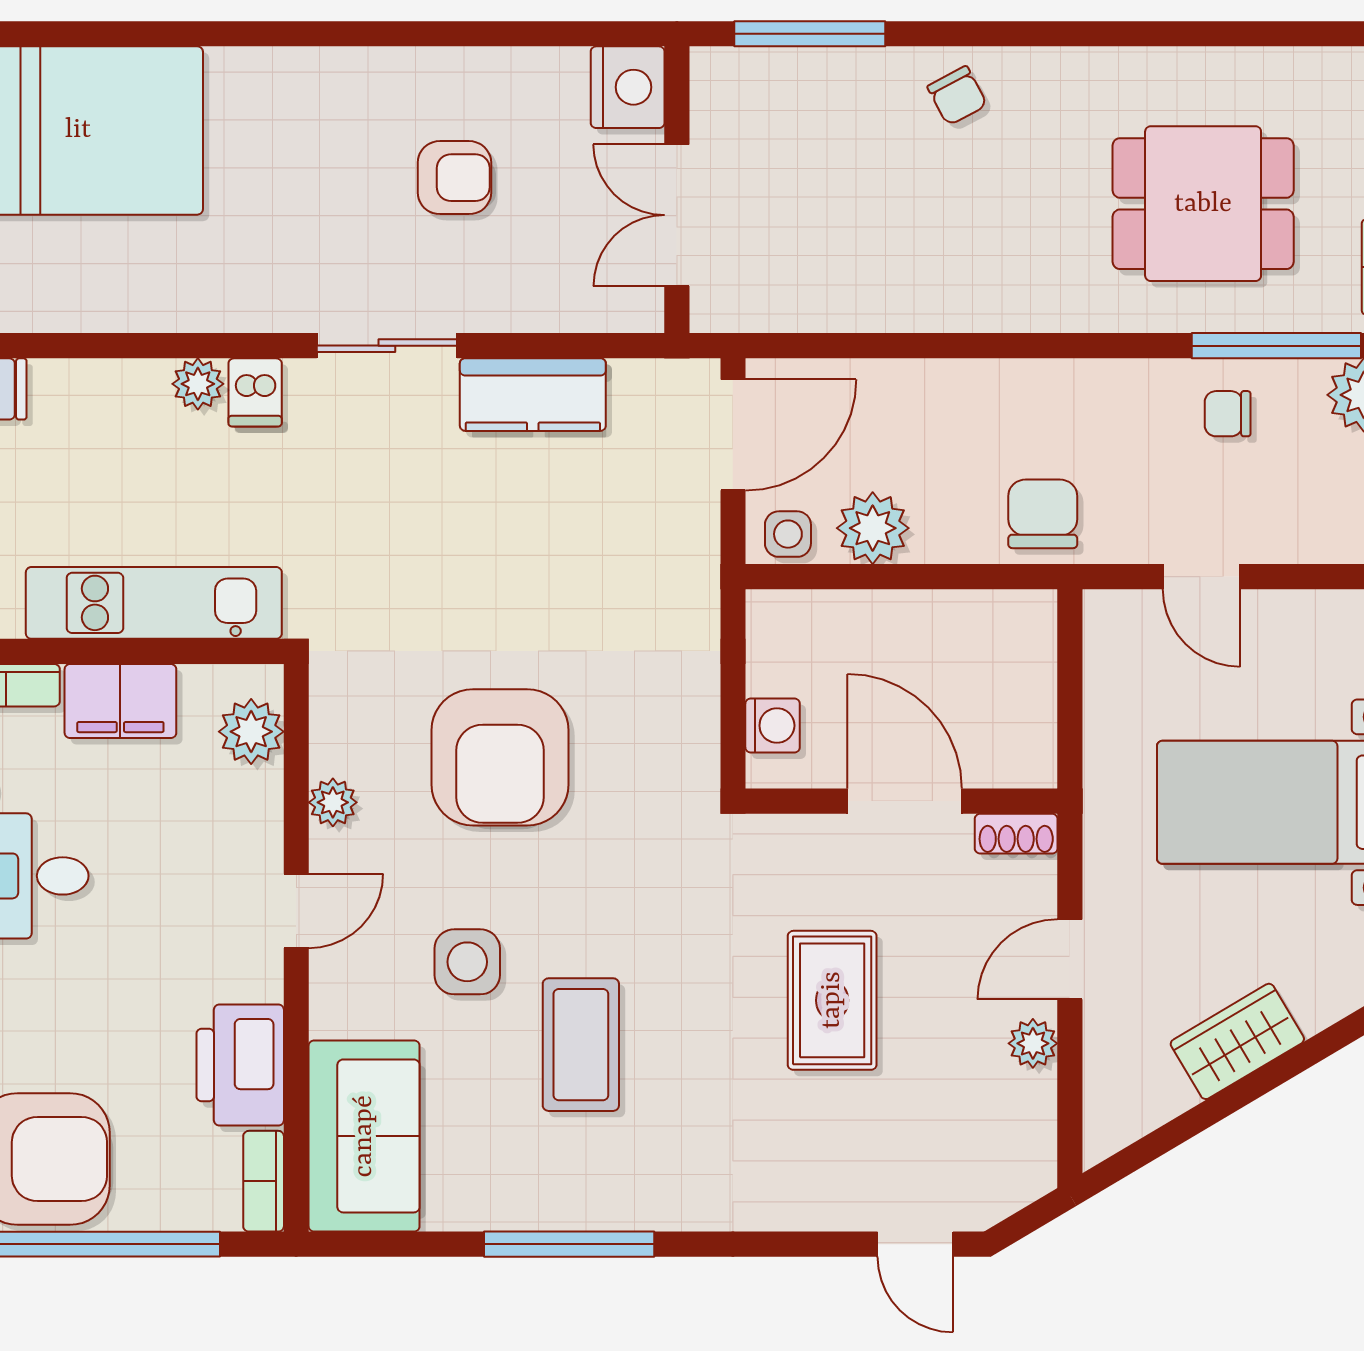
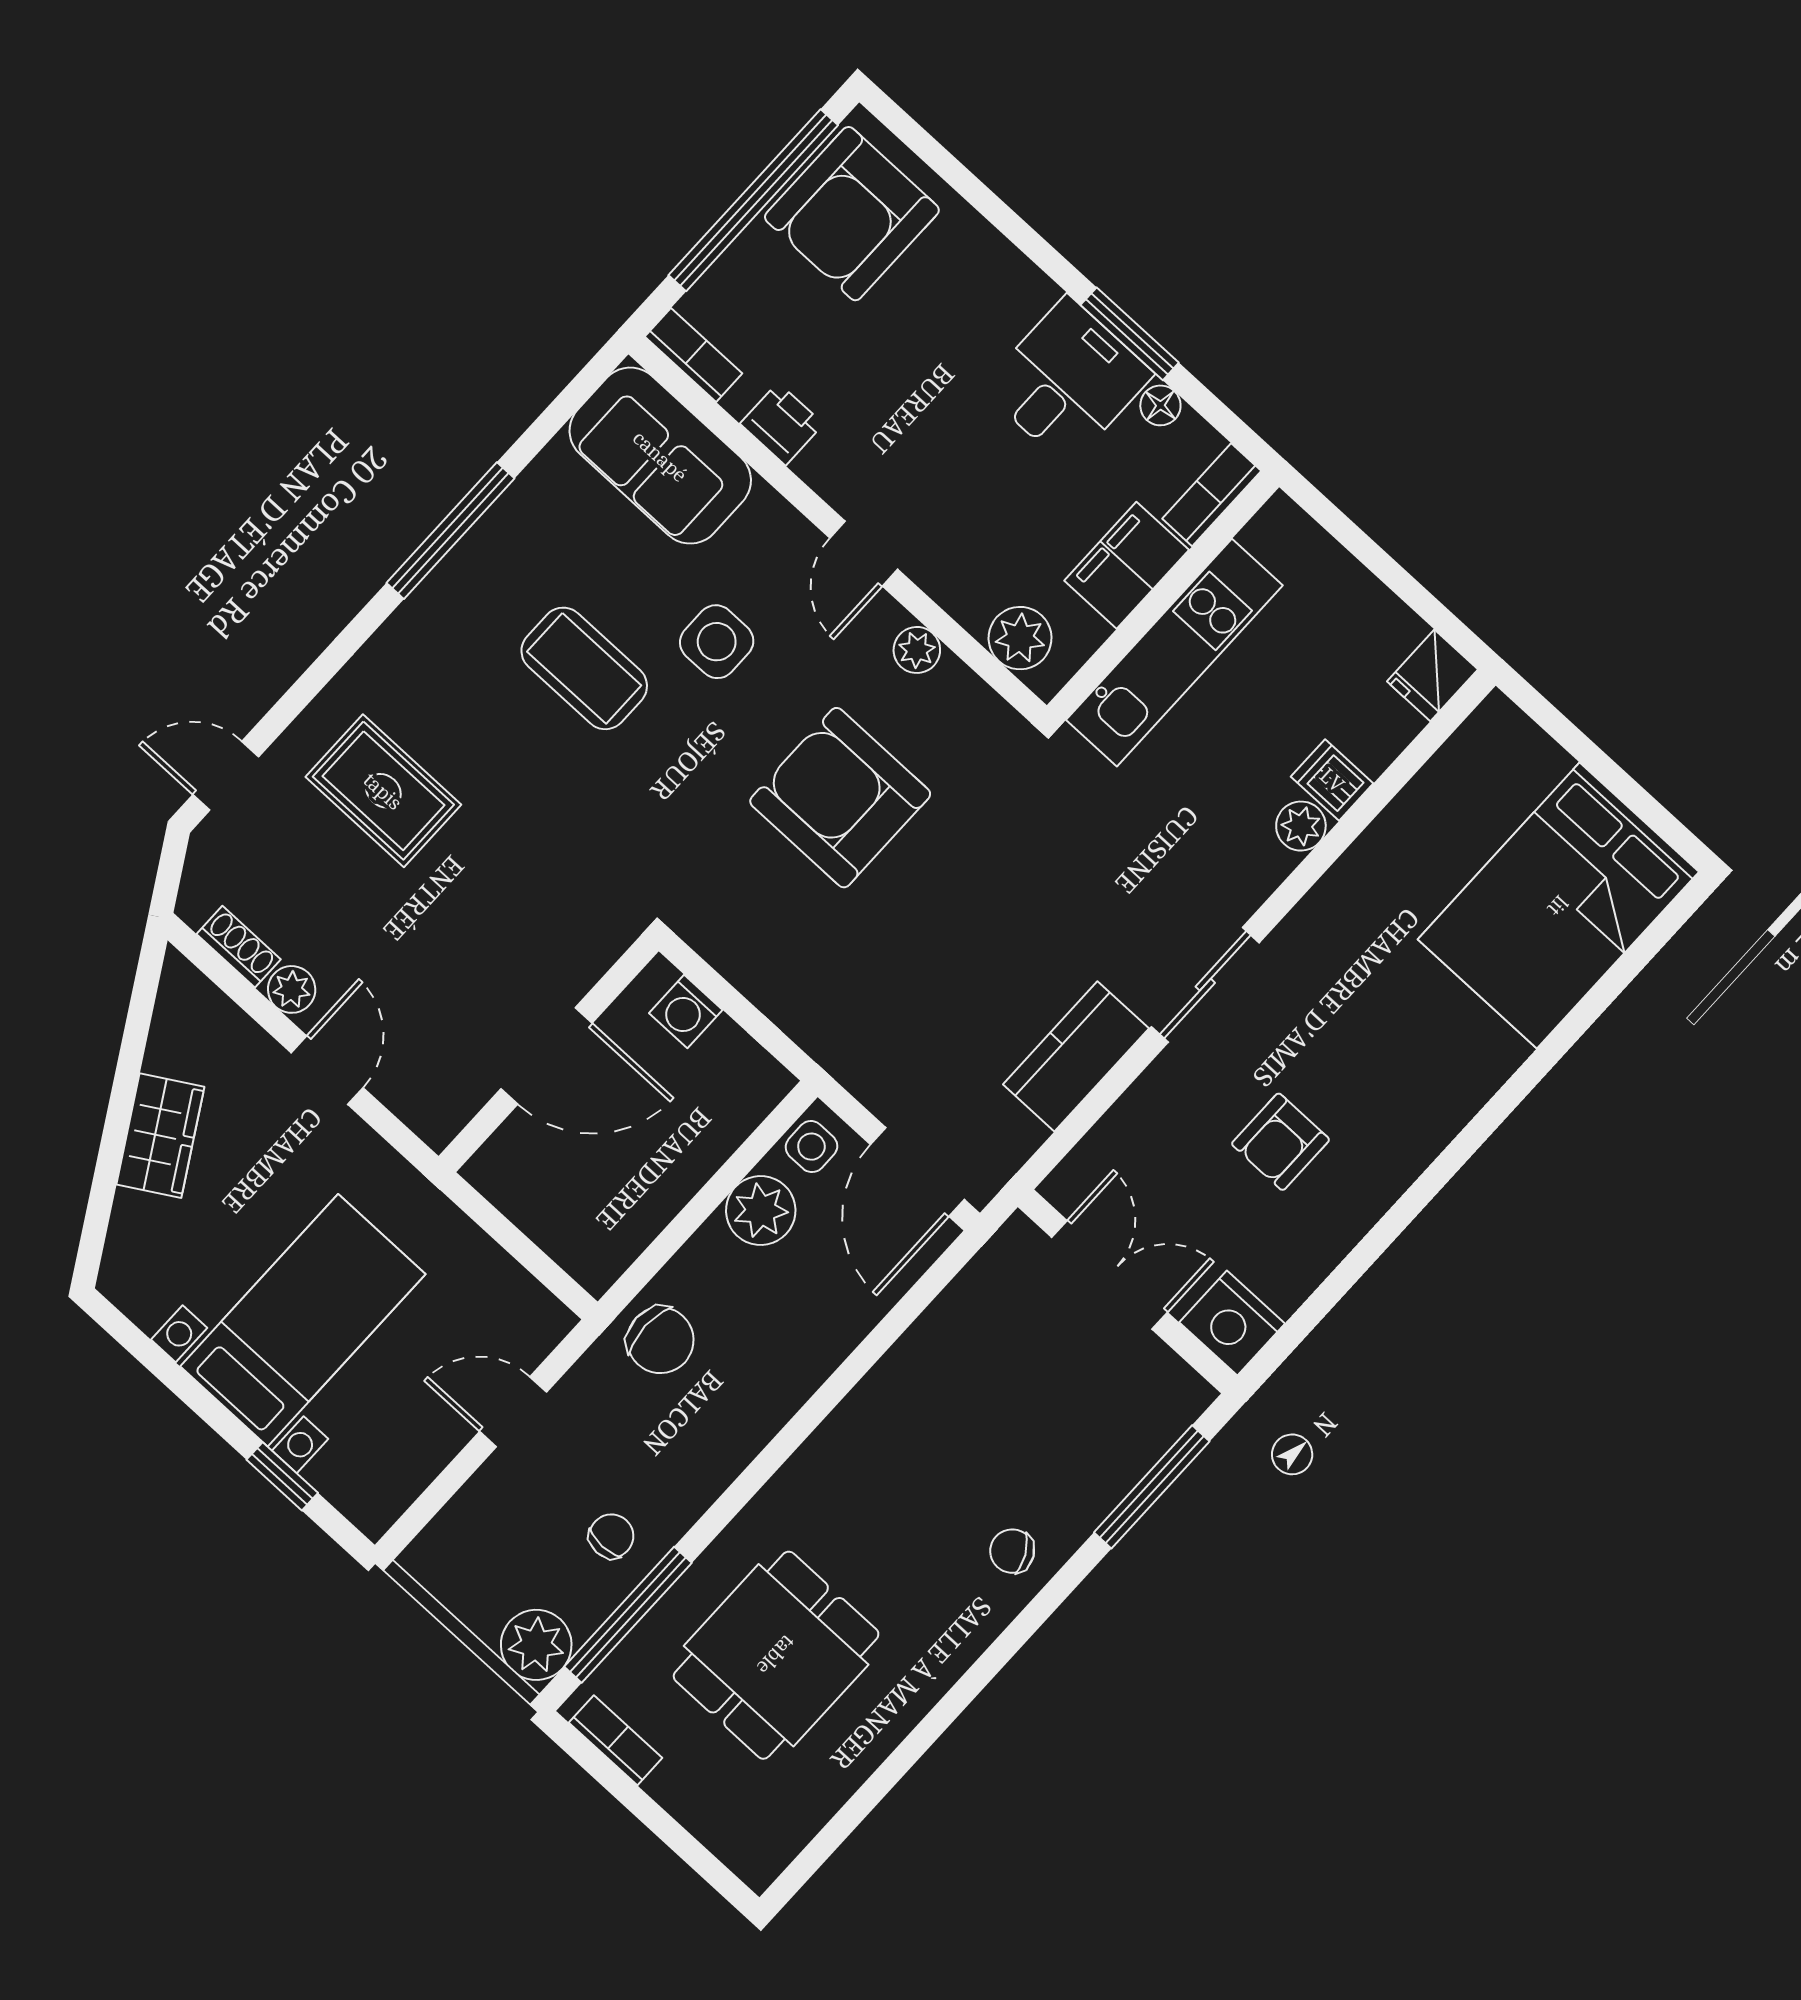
dishwasher: (255, 392) -> (1332, 780), moved
shoe rack: (1016, 834) -> (239, 947), moved, turned 90
rug: (832, 1000) -> (383, 791), moved
printer: (240, 1065) -> (782, 424), width x0.53, depth x0.68

